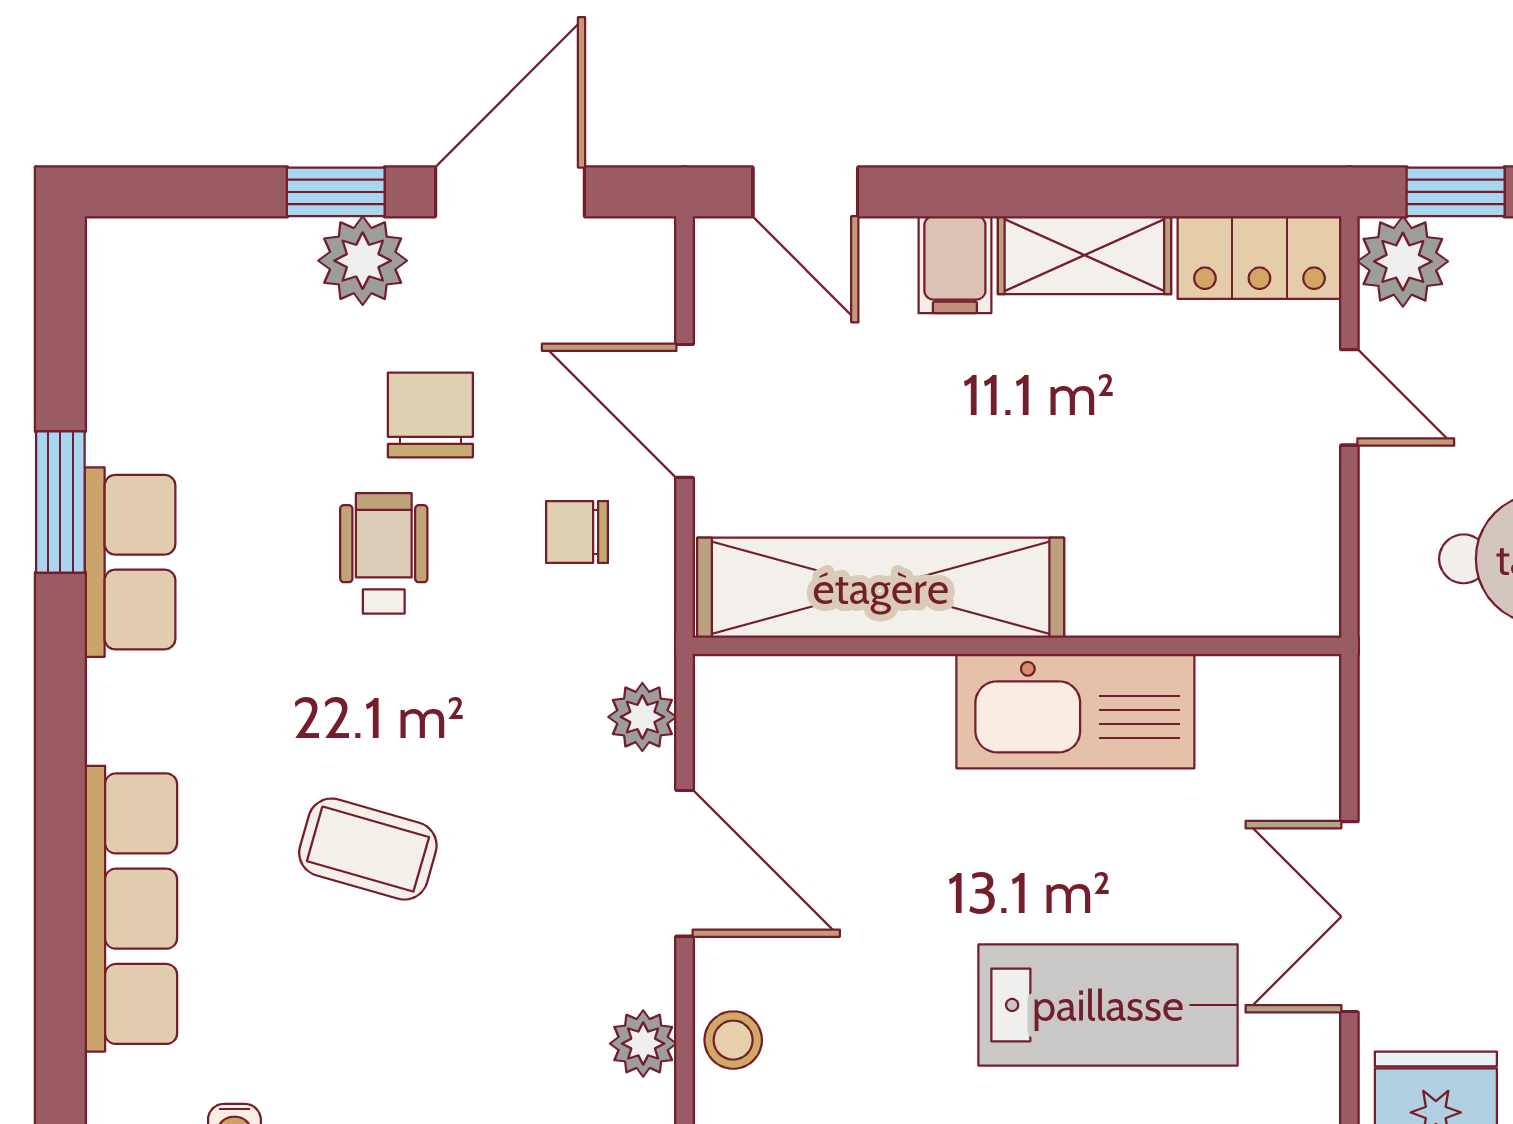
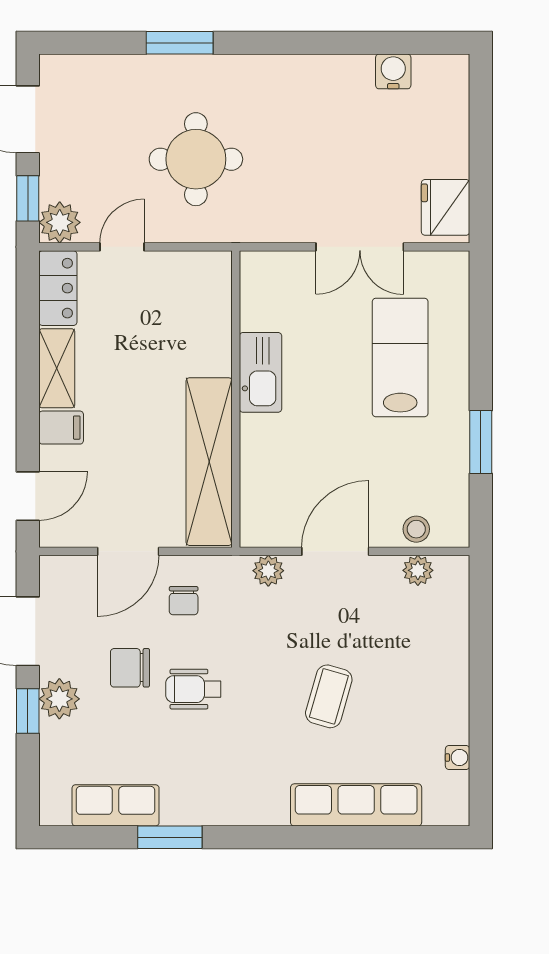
row of seats: (130, 562) -> (116, 805), moved
kitchen sink: (1075, 711) -> (261, 372), width x0.73, depth x0.81

